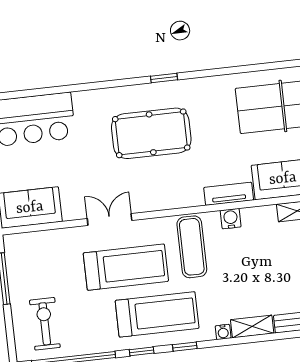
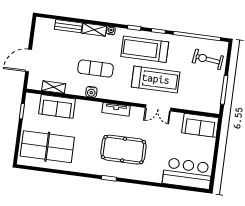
tv unit: (229, 194) -> (116, 109), moved
exercise mat: (192, 247) -> (96, 69), moved, turned 90
treadmill: (126, 267) -> (156, 79), turned 180
exercise bike: (45, 324) -> (208, 59), turned 97

